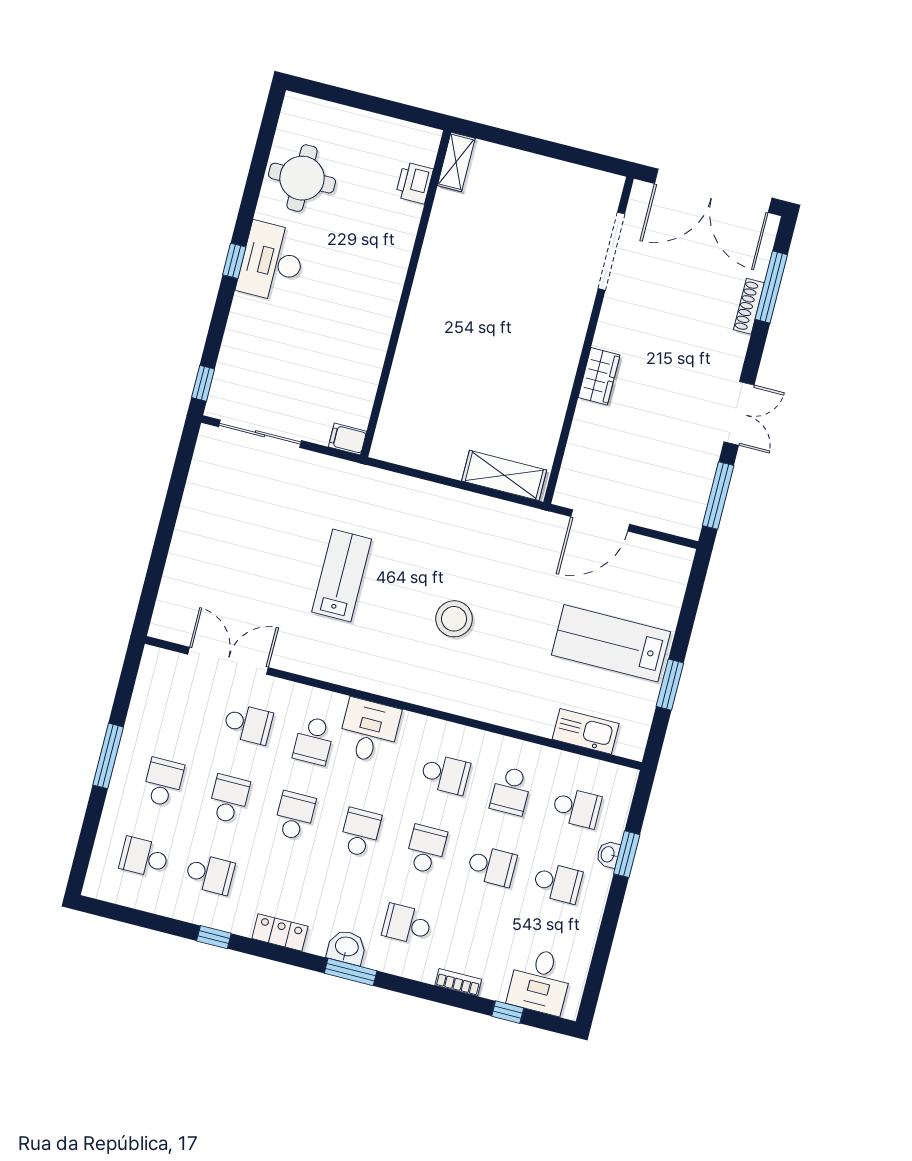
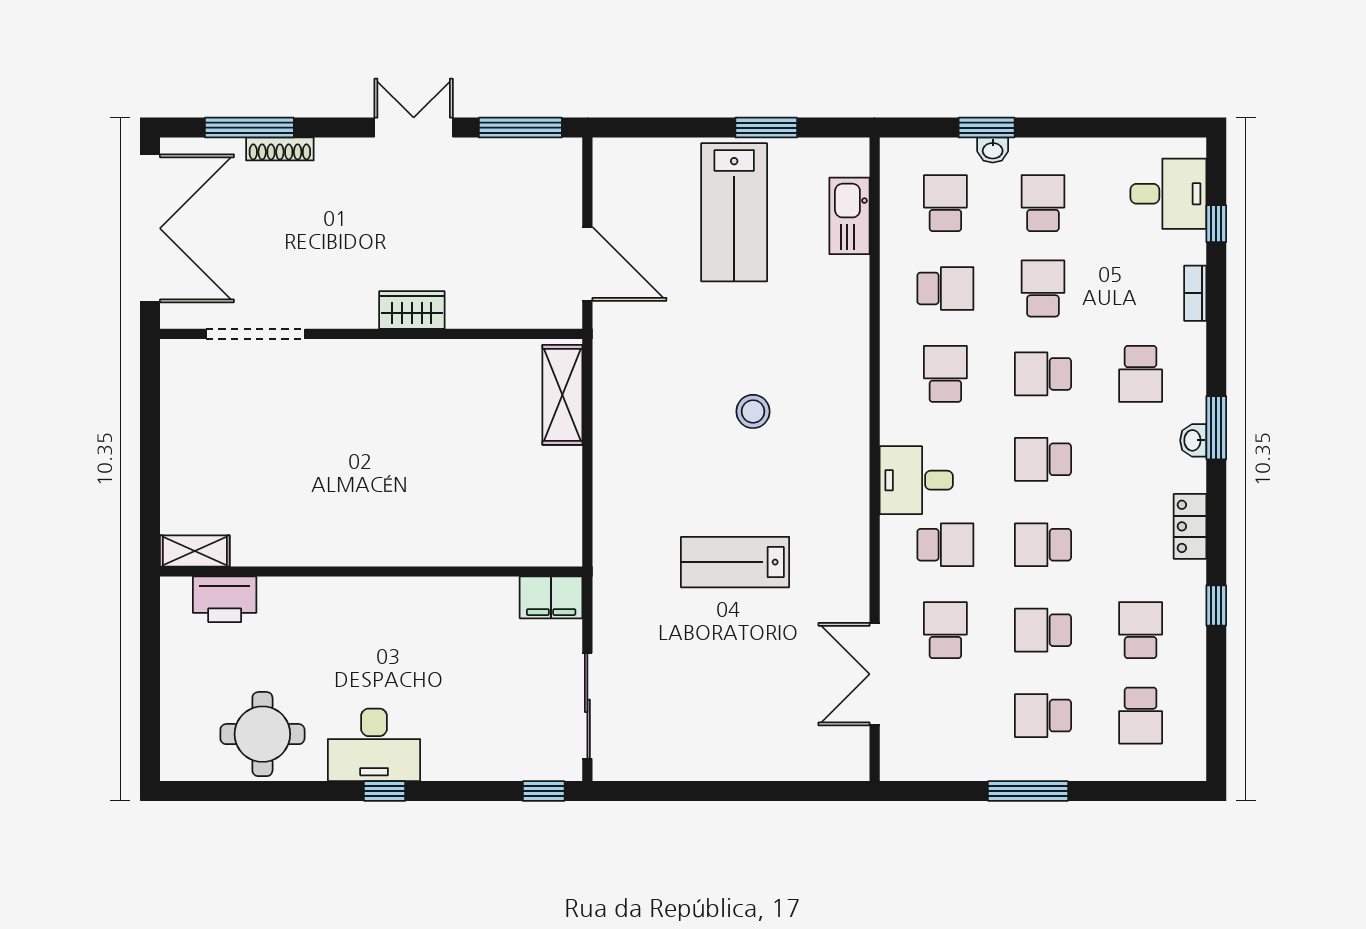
printer: (414, 183) -> (225, 599), width x1.37, depth x1.19
filing cabinet: (347, 439) -> (551, 597), width x2.00
stool: (454, 619) -> (753, 411), width x0.73, depth x0.73
washbasin: (347, 947) -> (1193, 440), width x0.72, depth x0.69

